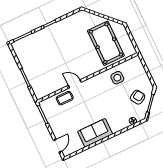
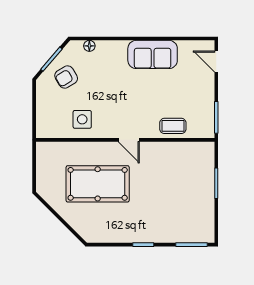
pool table: (106, 43) -> (98, 184), moved, turned 90
door: (75, 84) -> (129, 140), moved
door: (58, 146) -> (216, 62), hinge flipped

